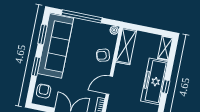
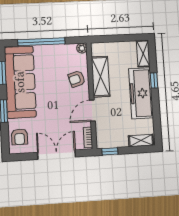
shelving: (126, 46) -> (100, 77), moved
window: (166, 87) -> (154, 80), moved
armchair: (44, 91) -> (20, 137), turned 180

